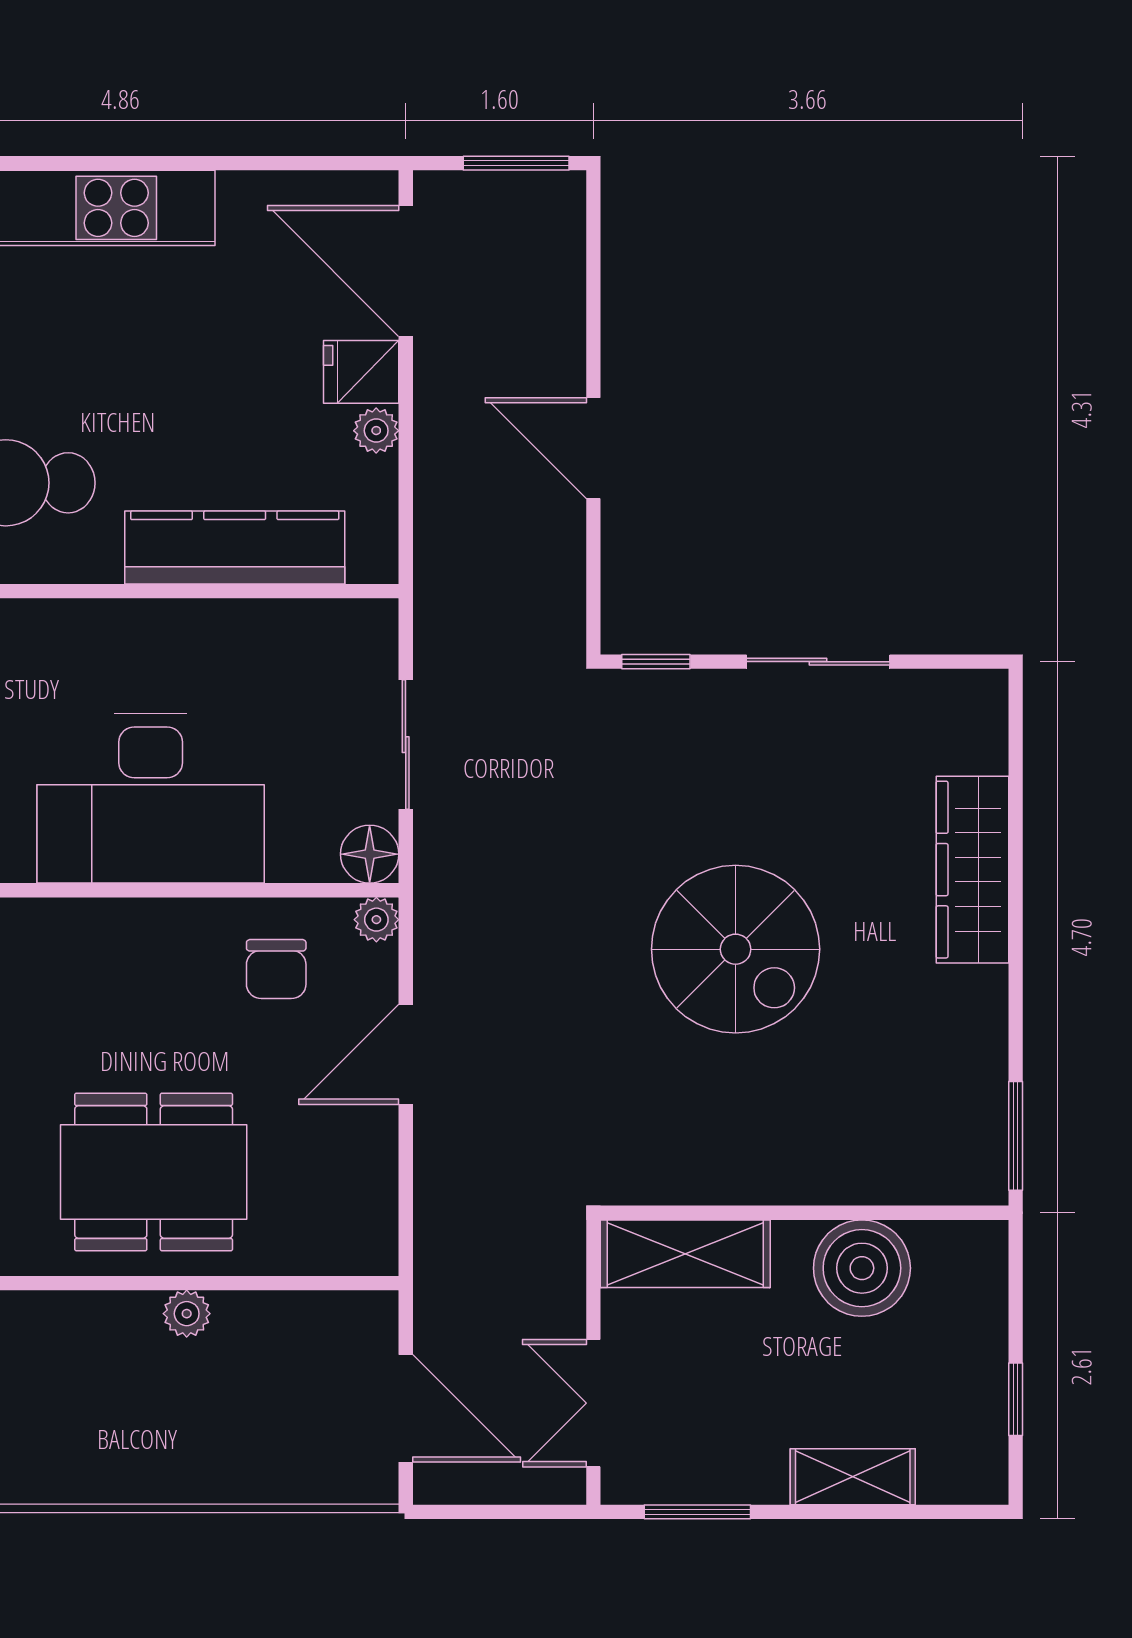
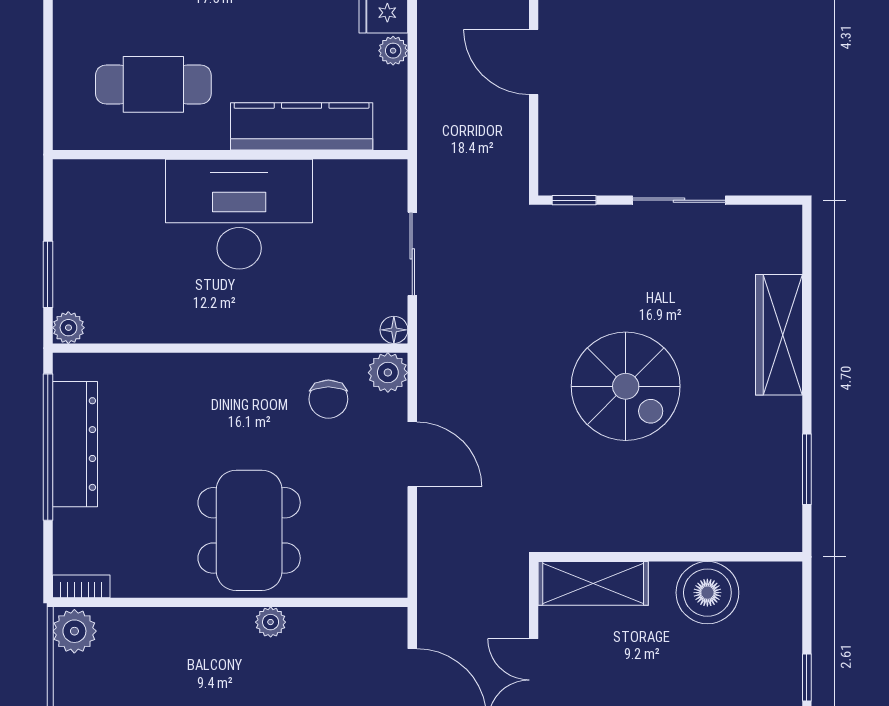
desk: (151, 798) -> (239, 214), moved, turned 180
floor lamp: (370, 854) -> (394, 330), width x0.73, depth x0.73
plant: (376, 920) -> (388, 373), width x1.38, depth x1.38
door: (406, 1054) -> (412, 454), swing flipped
window: (1016, 1136) -> (807, 469), moved
dining table: (154, 1172) -> (249, 530), turned 90

